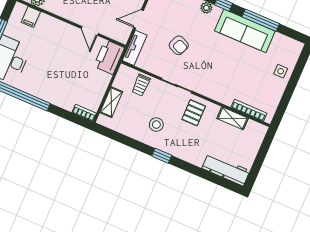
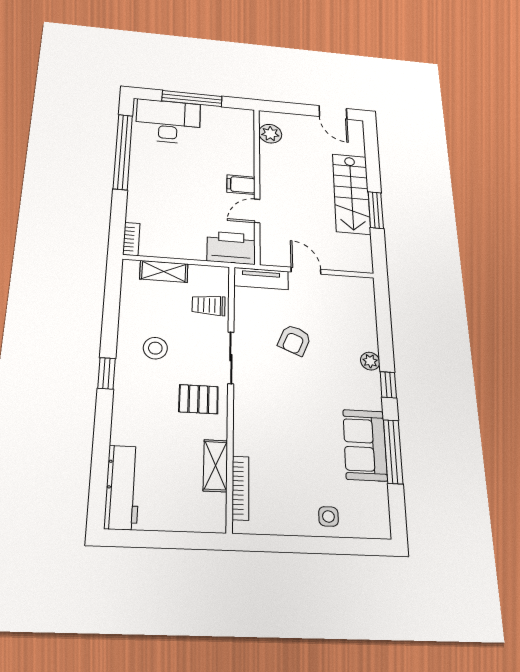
filing cabinet: (31, 17) -> (241, 185), moved
sofa: (245, 31) -> (365, 445), width x0.73

